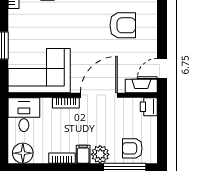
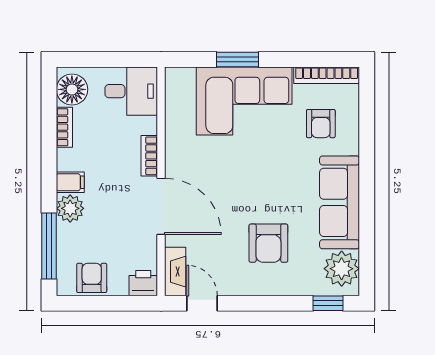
corner sofa: (39, 71) -> (244, 101), moved, turned 90
armchair: (132, 148) -> (92, 278), moved
bookcase: (62, 158) -> (64, 127), moved

